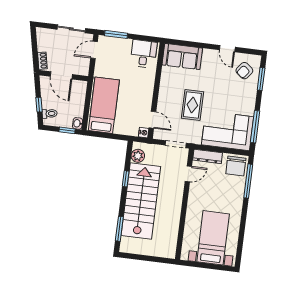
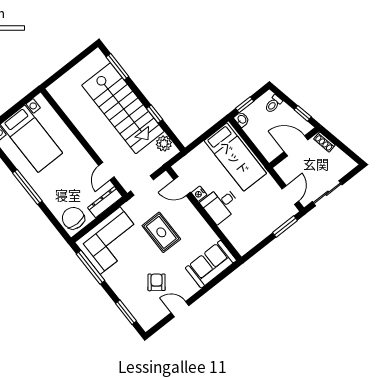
desk: (144, 54) -> (220, 204), moved, turned 90
armchair: (244, 71) -> (157, 282), moved
window: (39, 105) -> (303, 113), moved
nightstand: (144, 133) -> (199, 194), moved
window: (248, 181) -> (27, 187), moved

